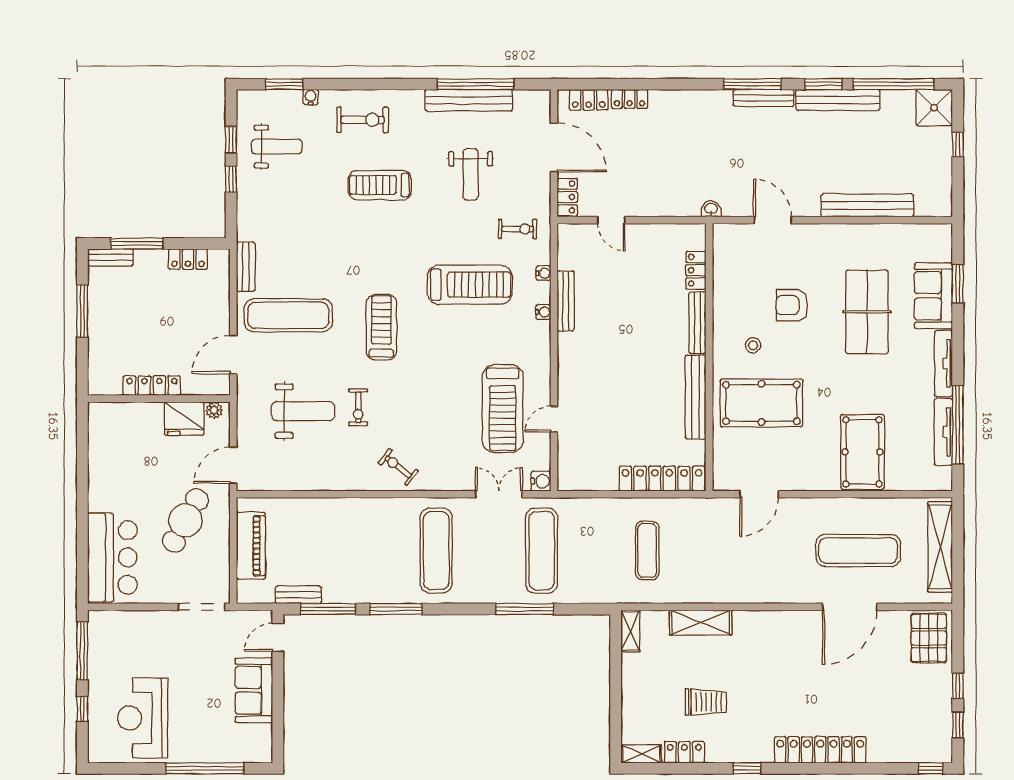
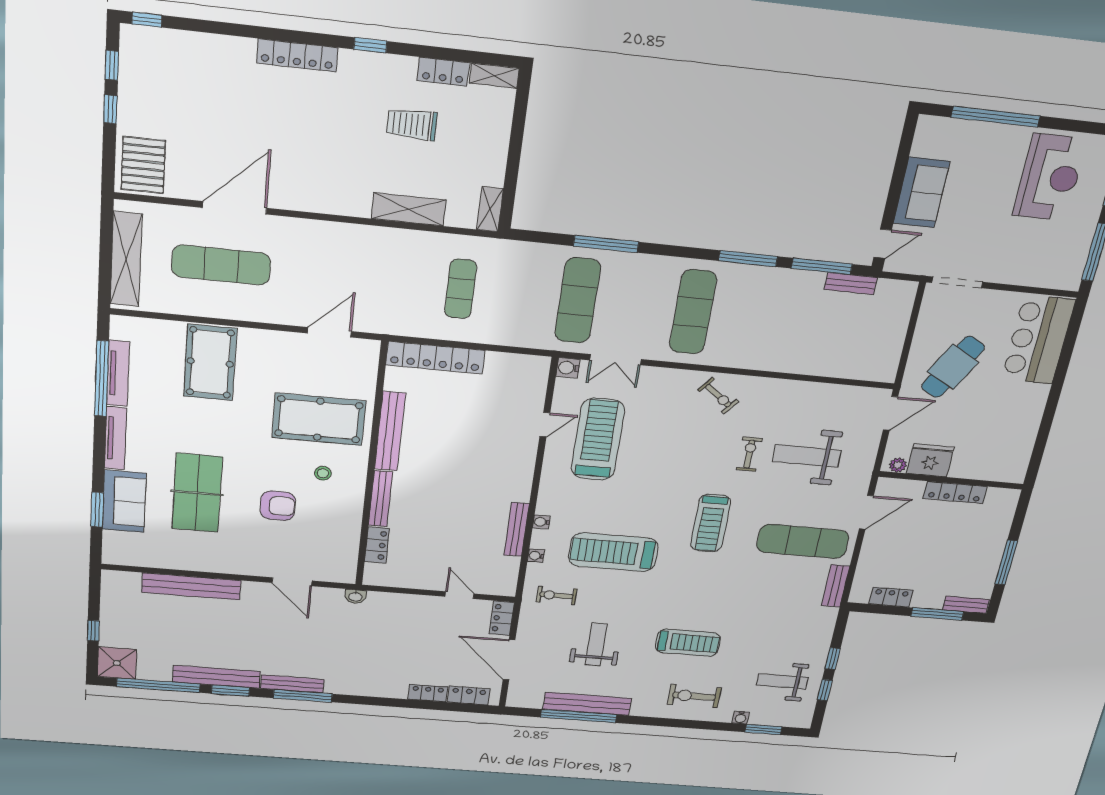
piano: (251, 546) -> (890, 336), removed
locker: (820, 750) -> (297, 55), width x0.71, depth x0.83

